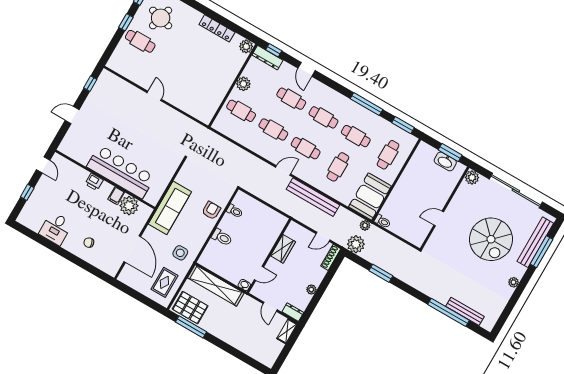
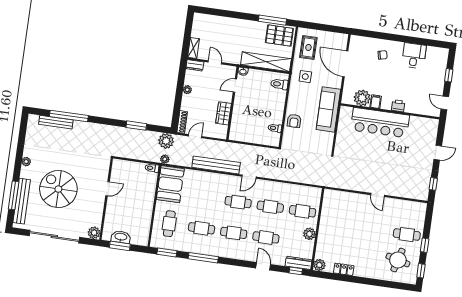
locker: (217, 28) -> (344, 269), width x0.66
cafe table: (338, 167) -> (206, 198), removed
toilet: (222, 237) -> (279, 84), moved

